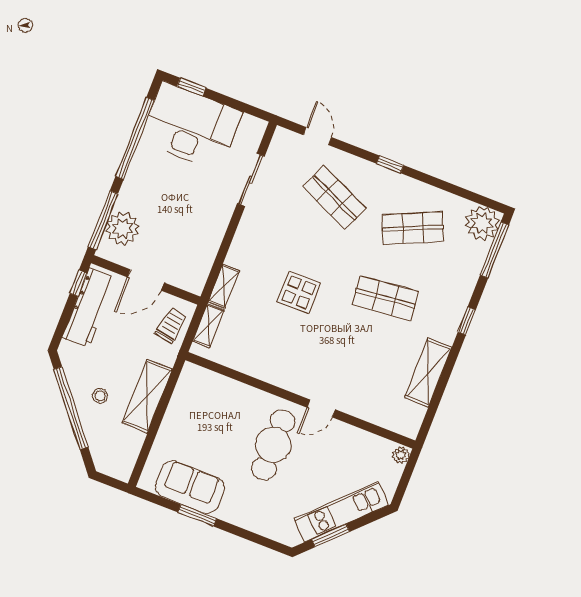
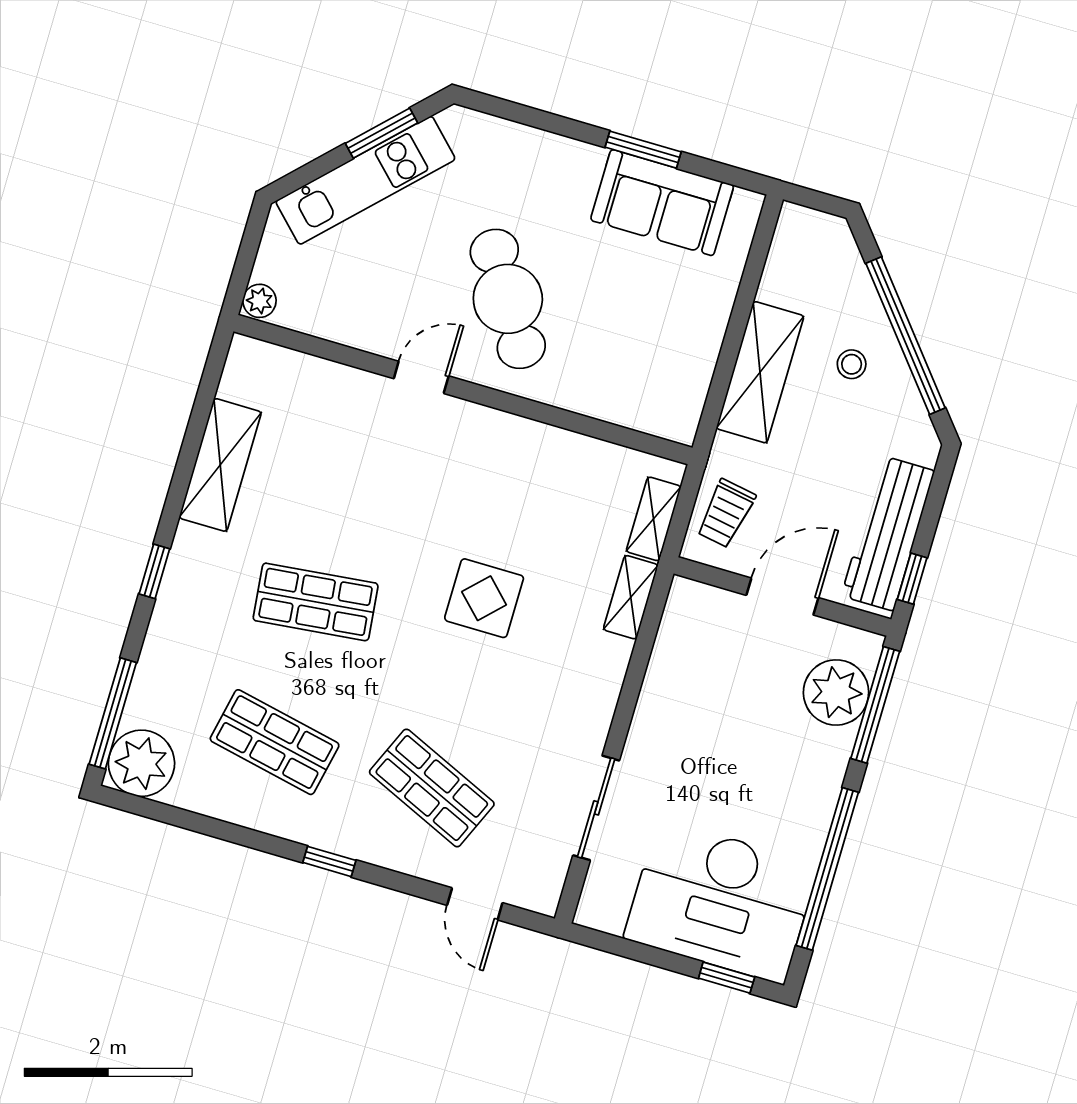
shop shelf: (413, 228) -> (275, 742), turned 36
cafe table: (273, 445) -> (508, 299), turned -32

